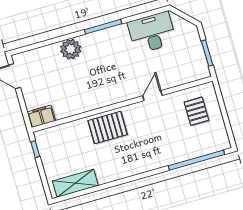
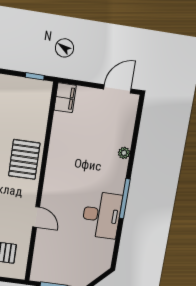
desk: (152, 33) -> (102, 215), moved
plant: (71, 49) -> (124, 153), width x0.53, depth x0.53

